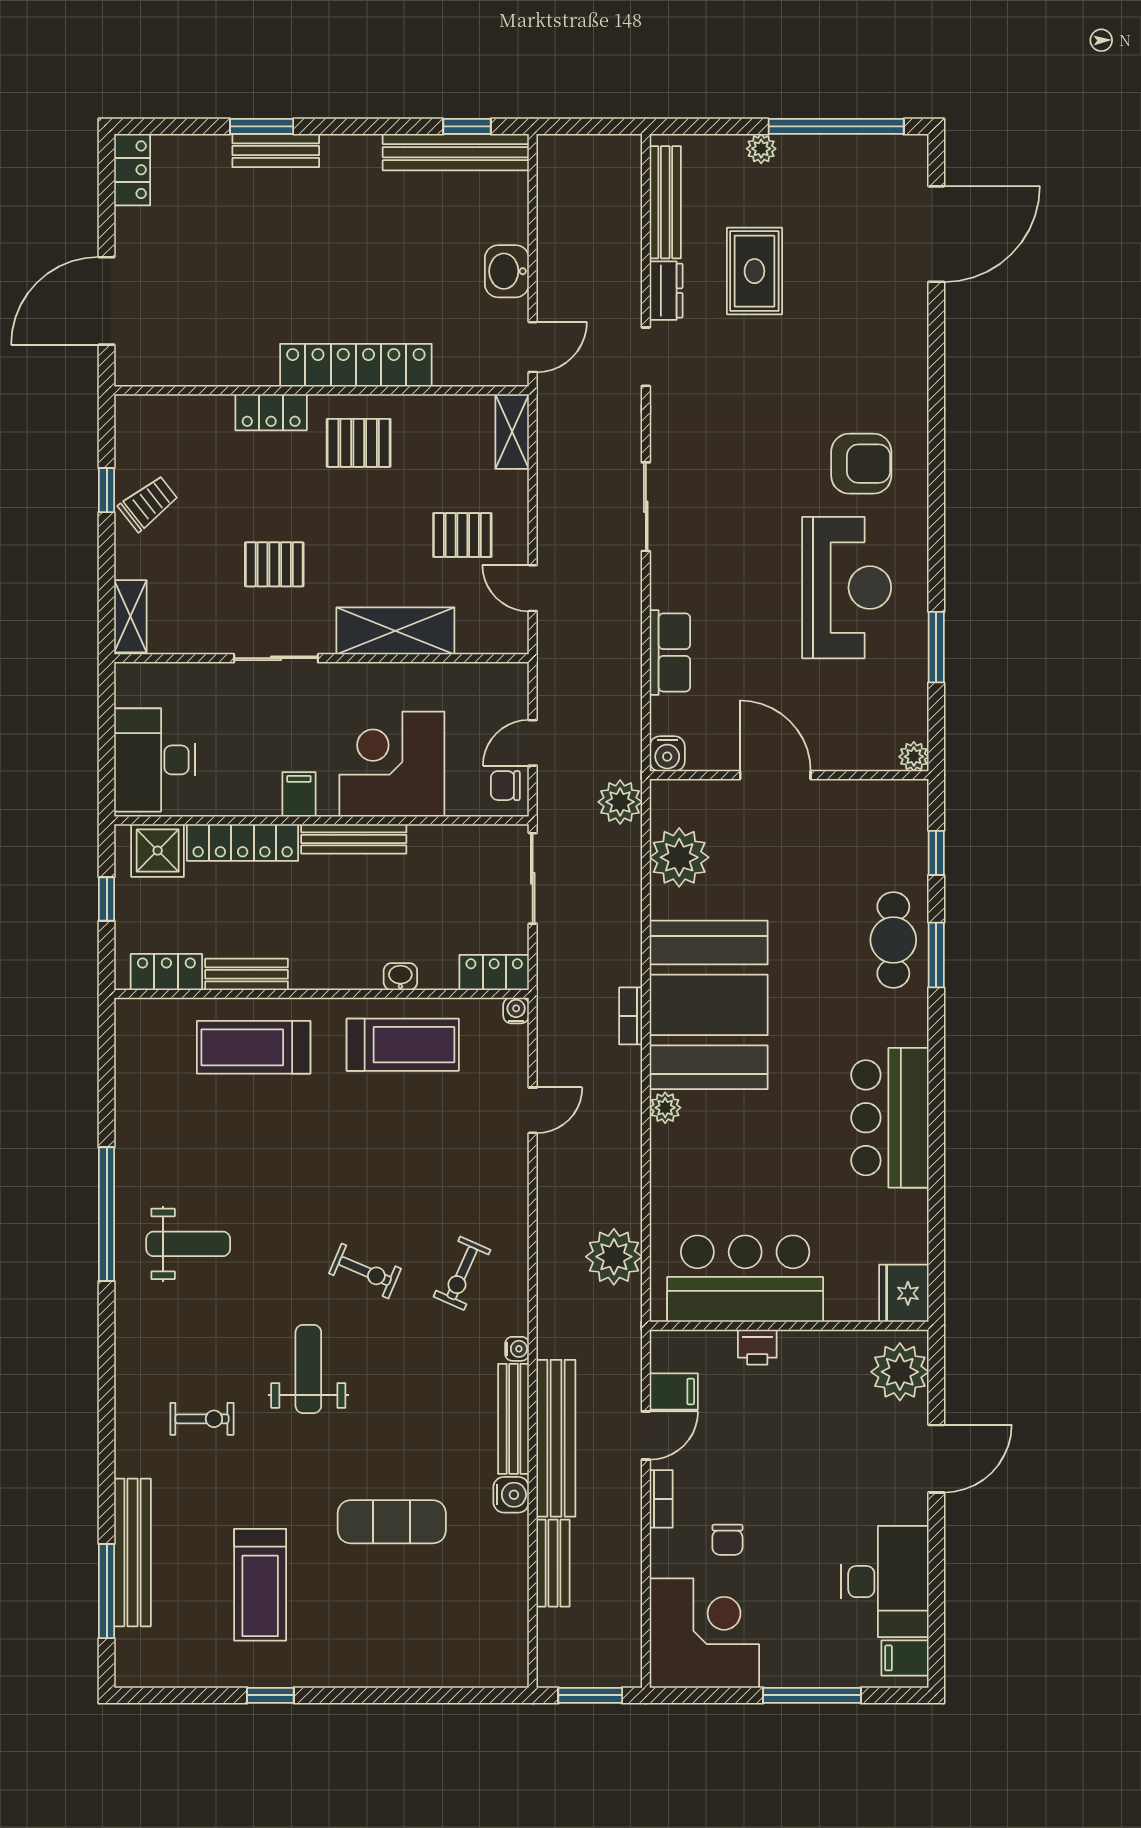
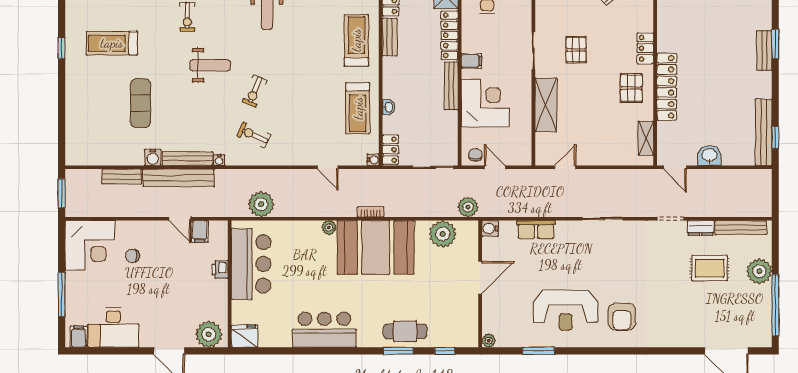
plant: (761, 149) -> (759, 271), width x1.87, depth x1.87
shelving: (512, 432) -> (646, 138), moved, turned 90
pallet: (462, 535) -> (589, 135), removed
bookcase: (661, 1499) -> (151, 226), removed

